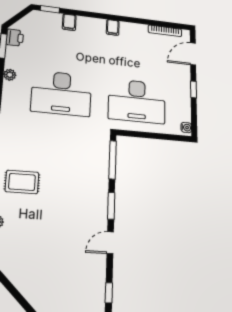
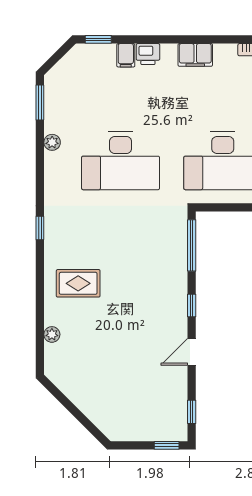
filing cabinet: (113, 27) -> (195, 55), width x2.00
printer: (15, 38) -> (148, 54), moved, turned 90
window: (111, 206) -> (192, 306), width x0.67

